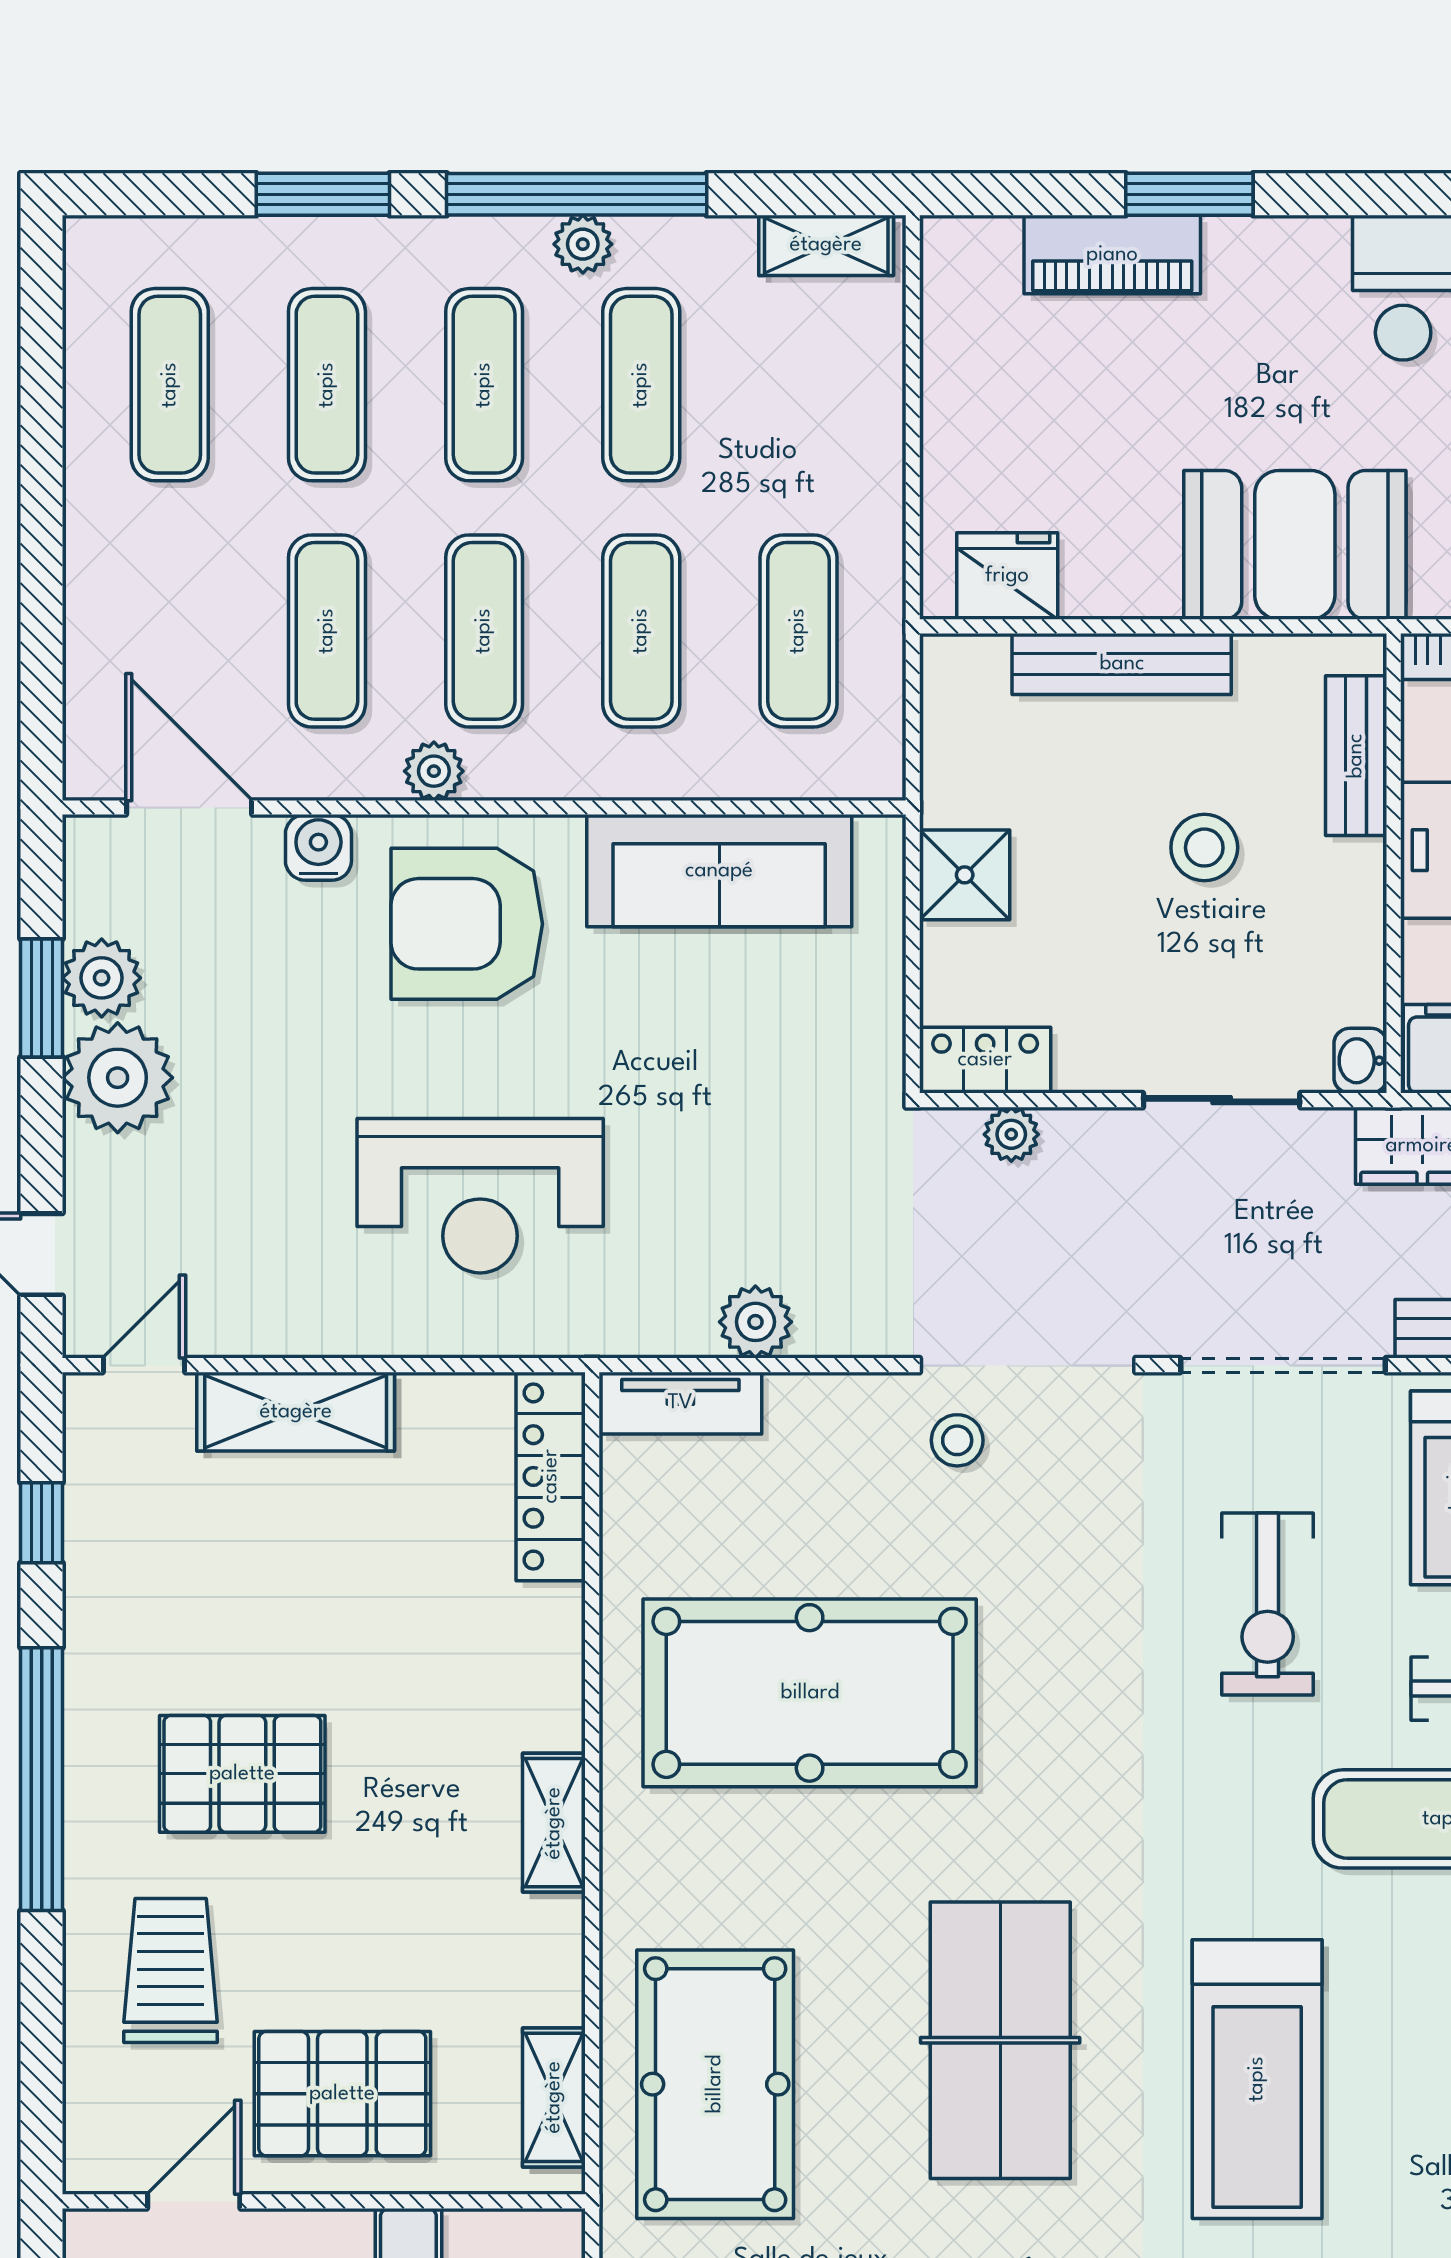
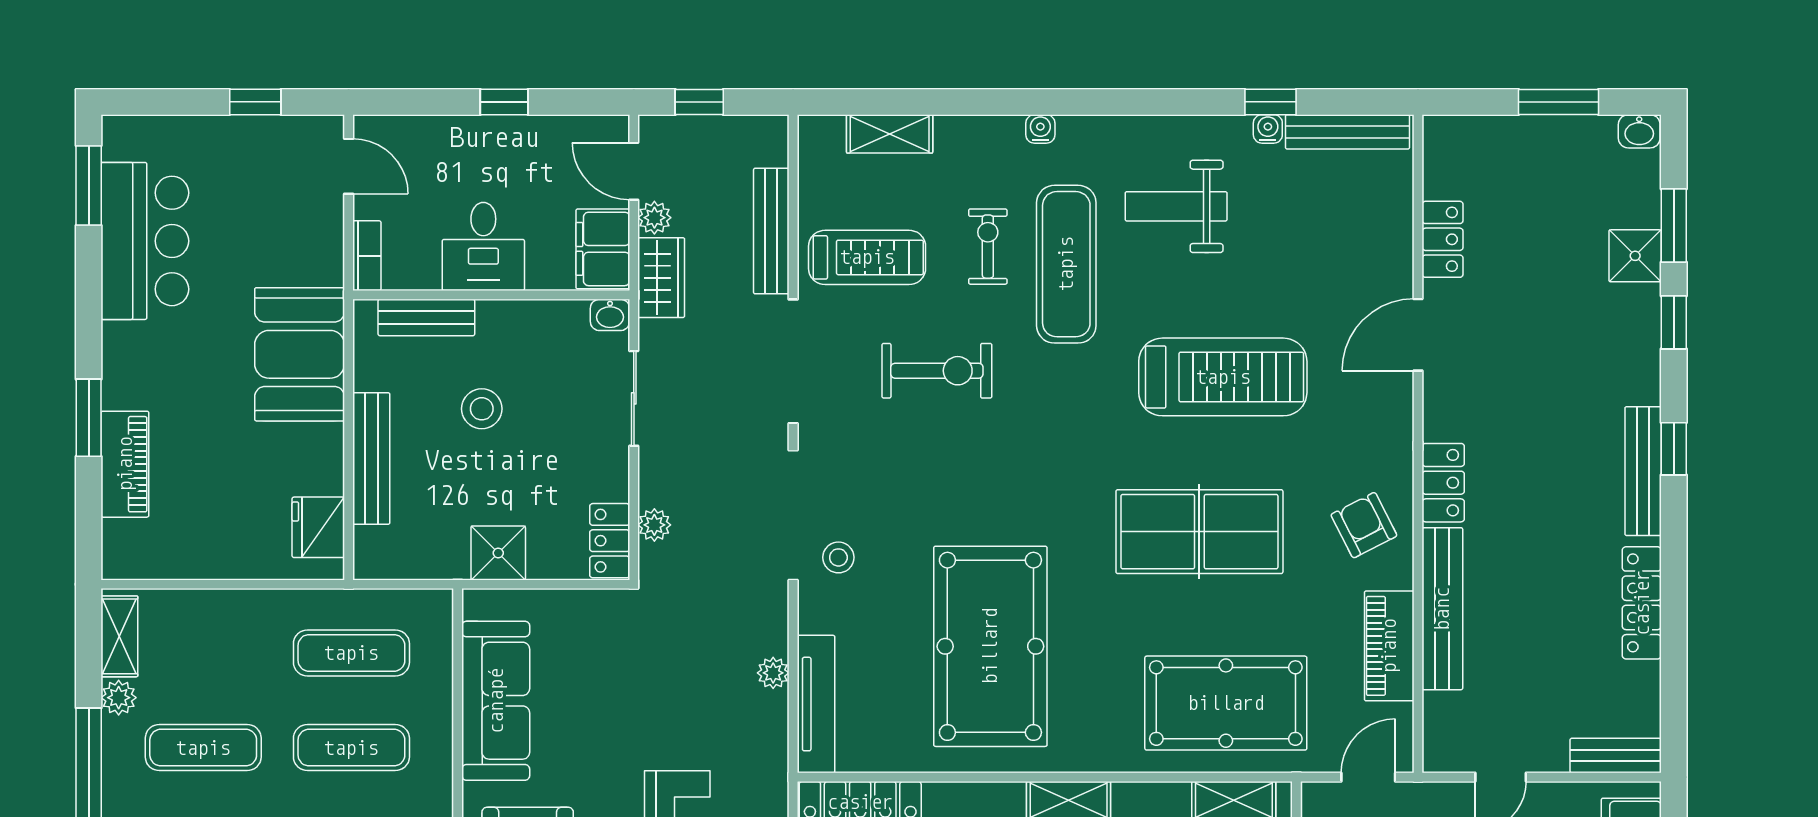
plant: (583, 244) -> (119, 698), moved
plant: (755, 1322) -> (773, 673), width x0.73, depth x0.73
tv unit: (680, 1403) -> (816, 704), width x1.41

